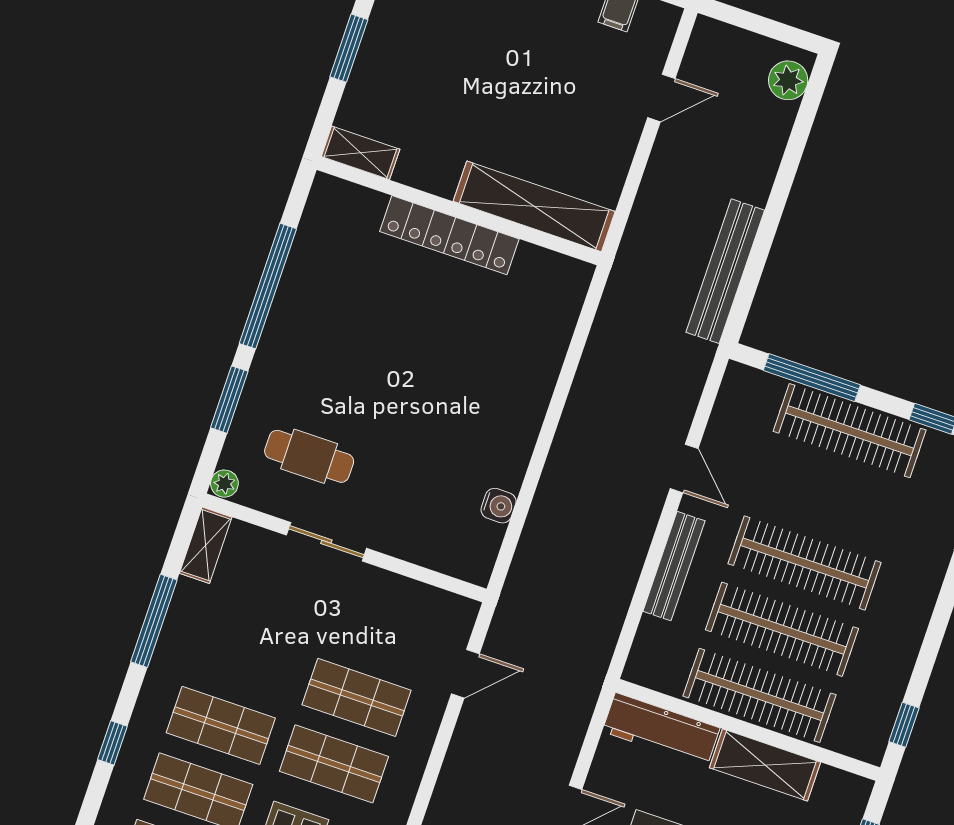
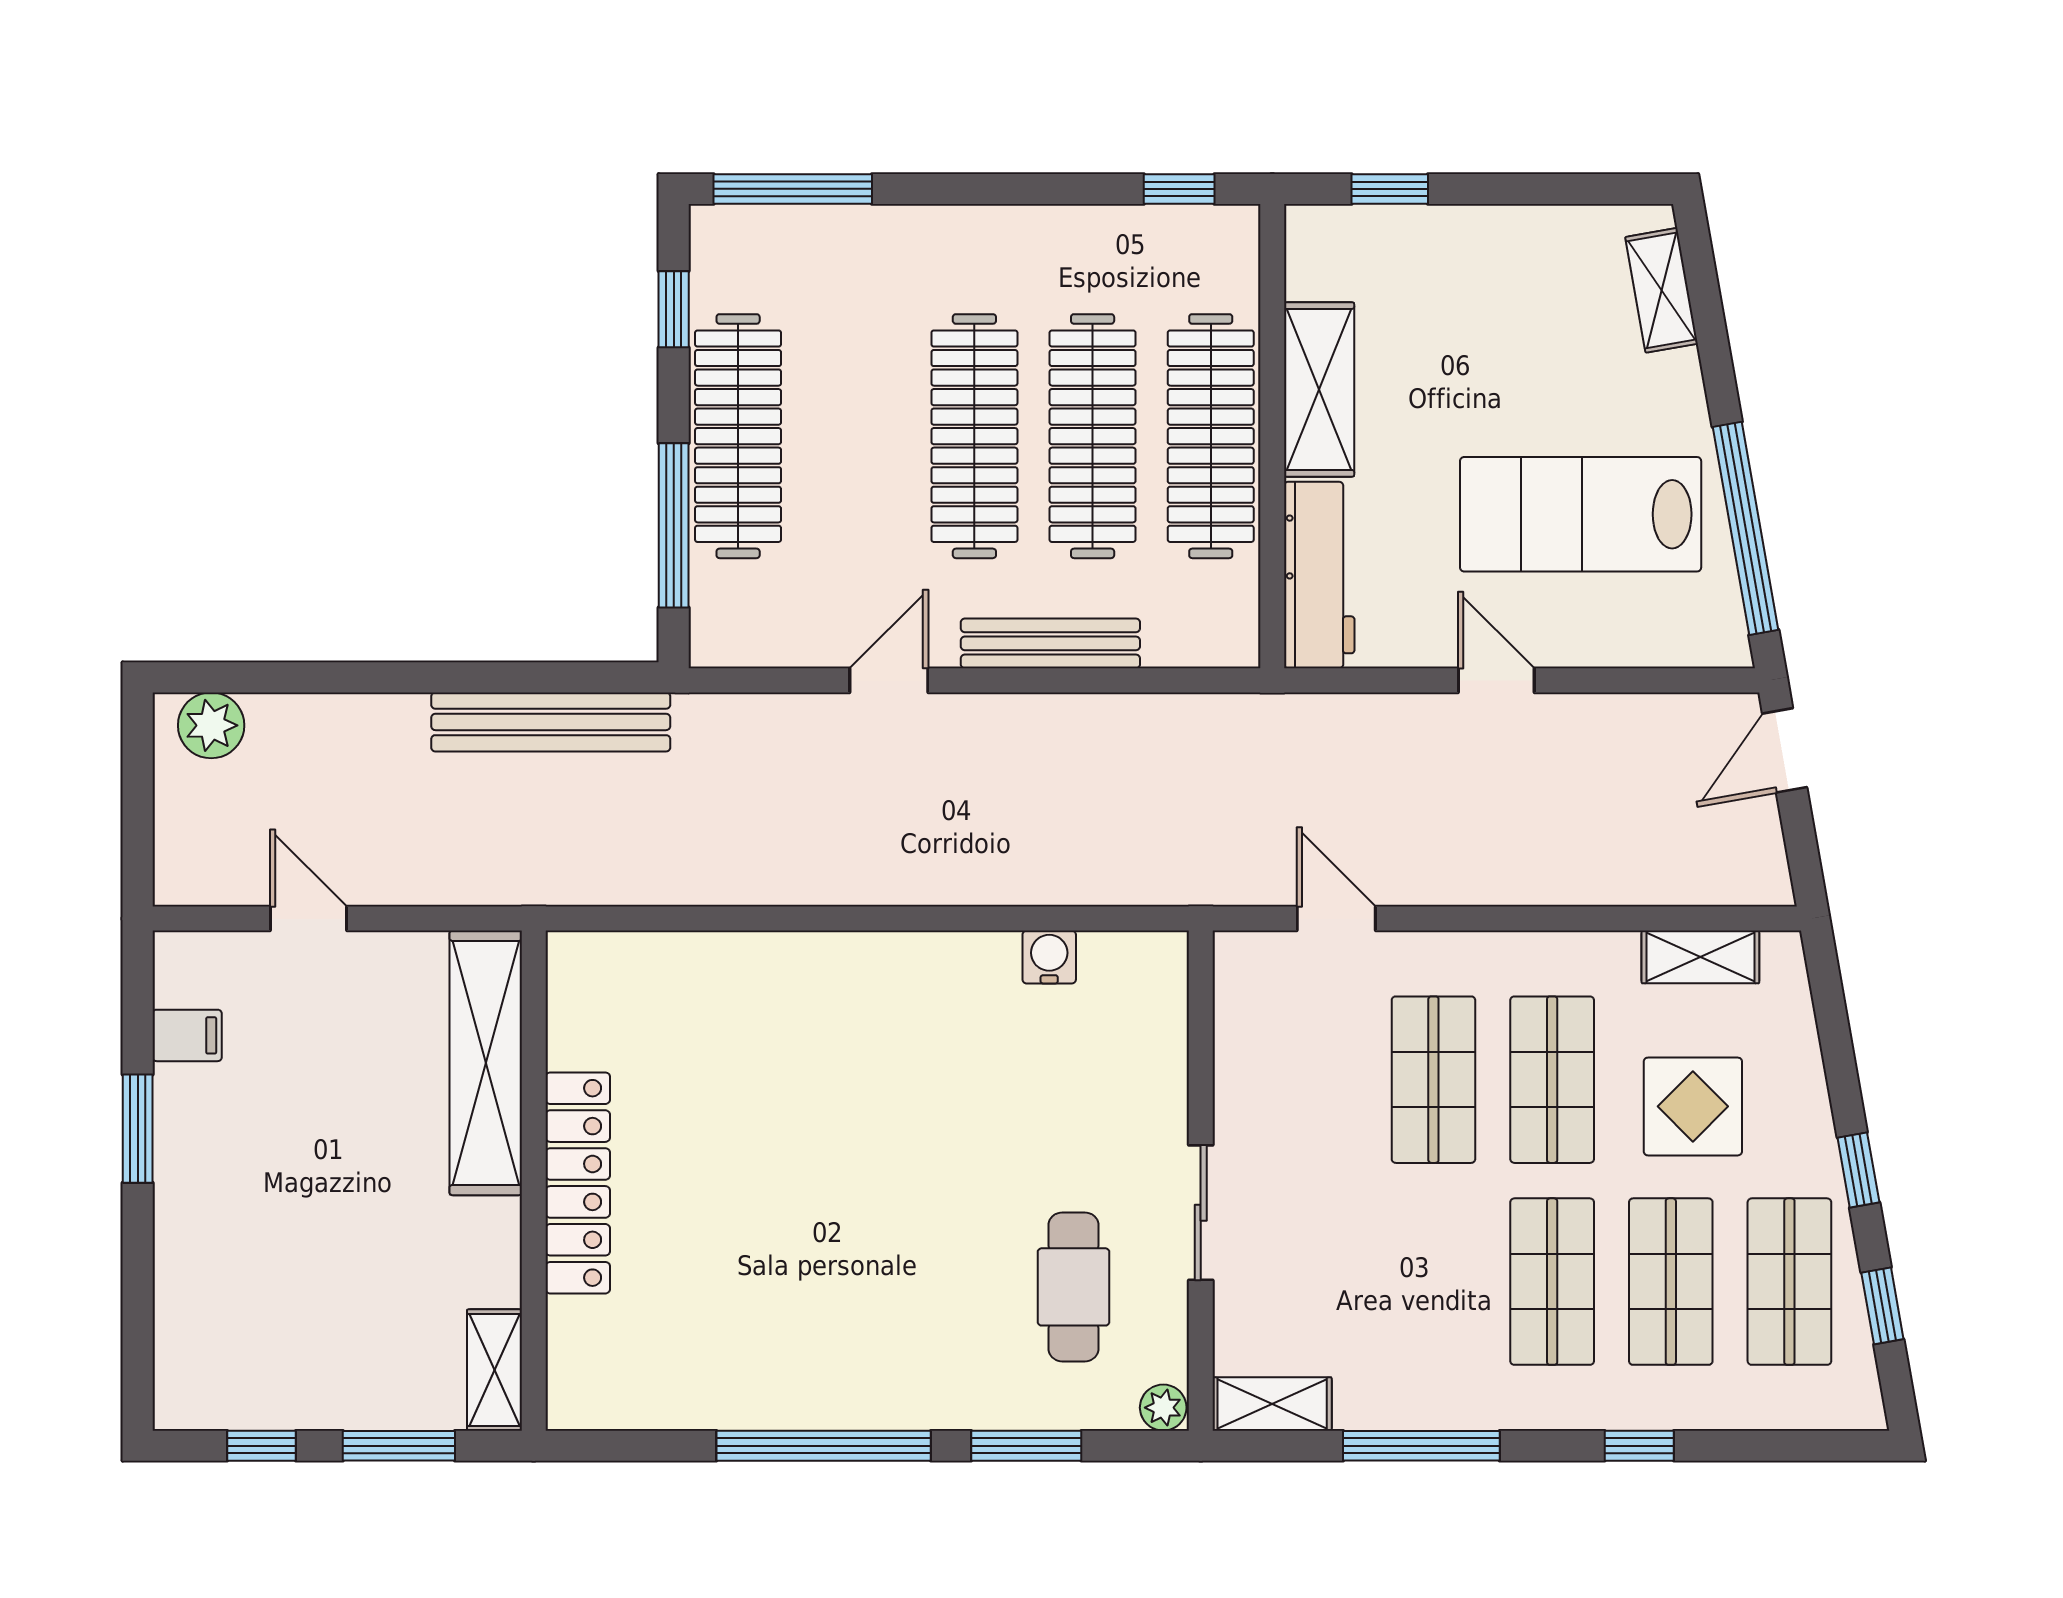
shelving: (361, 153) -> (494, 1370), moved
shelving: (534, 206) -> (486, 1063), moved
wall: (459, 211) -> (534, 1181), moved
locker: (449, 235) -> (578, 1183), moved

